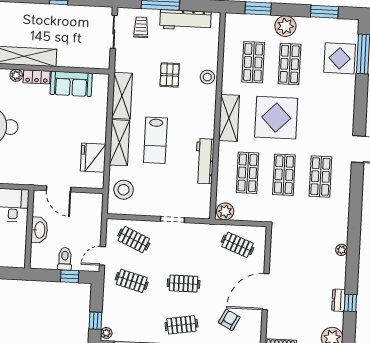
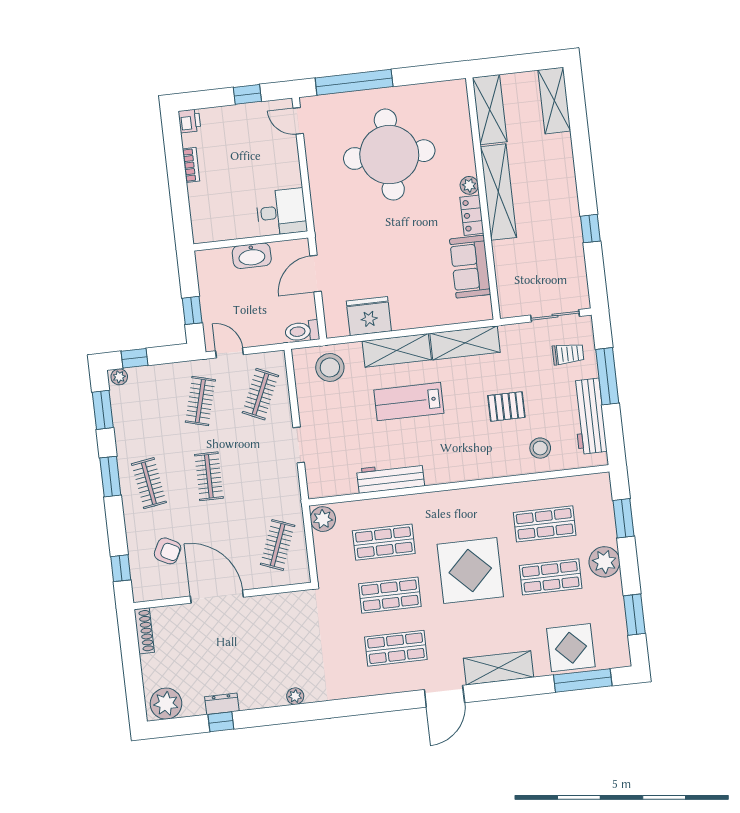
stool: (207, 77) -> (540, 448), moved
shelving: (229, 118) -> (498, 668), moved
toilet: (65, 259) -> (302, 331), moved, turned 180

